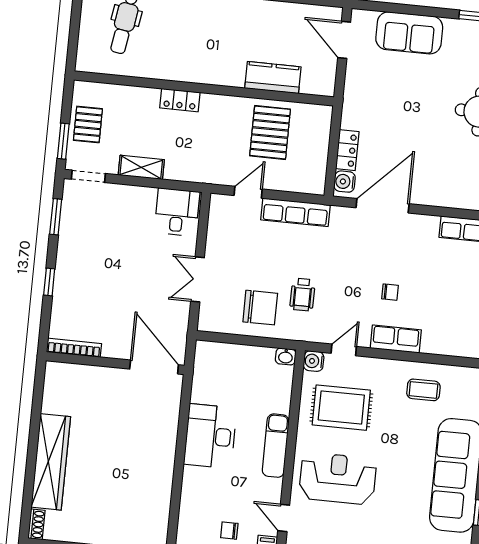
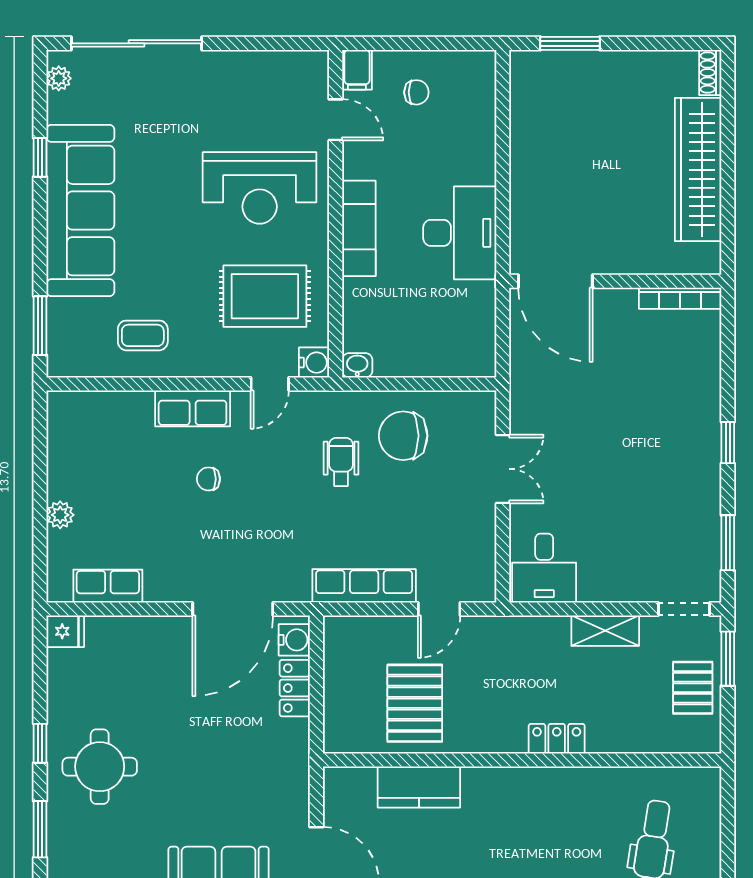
bookcase: (74, 348) -> (680, 298), moved
wall: (115, 363) -> (615, 281), moved
door: (154, 367) -> (555, 281), moved

